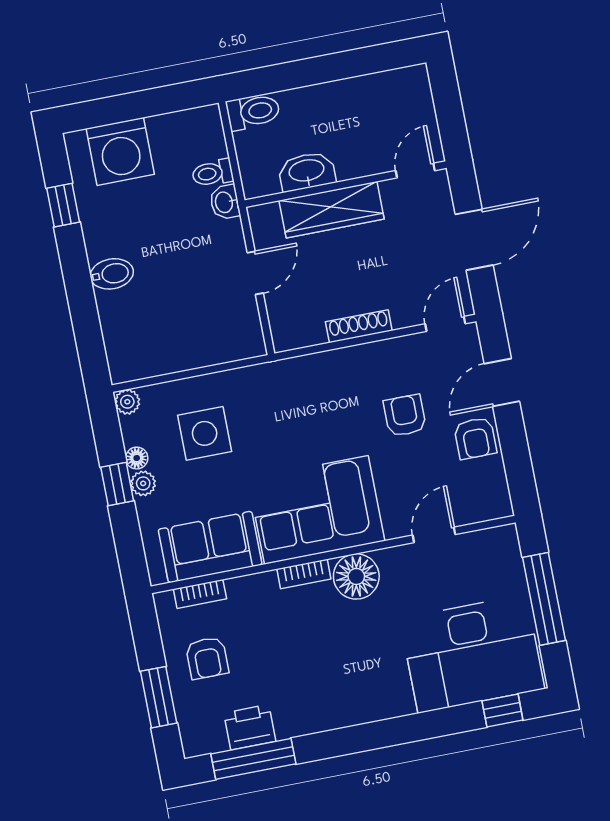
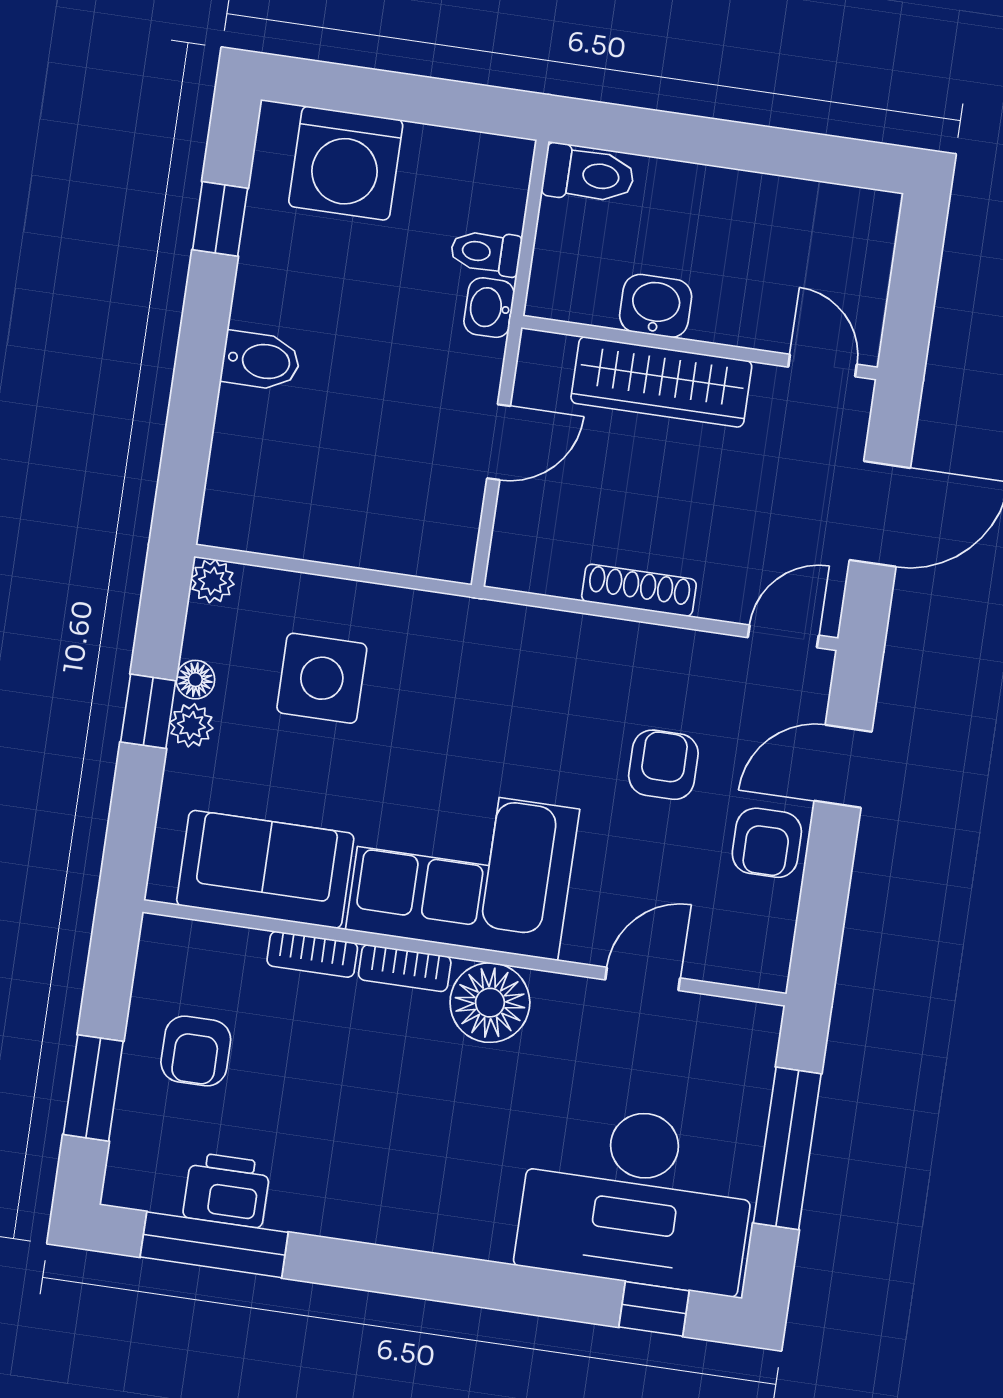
washbasin: (307, 171) -> (656, 306), width x0.72
door: (415, 171) -> (822, 366), hinge flipped
bookcase: (200, 594) -> (312, 954), moved

